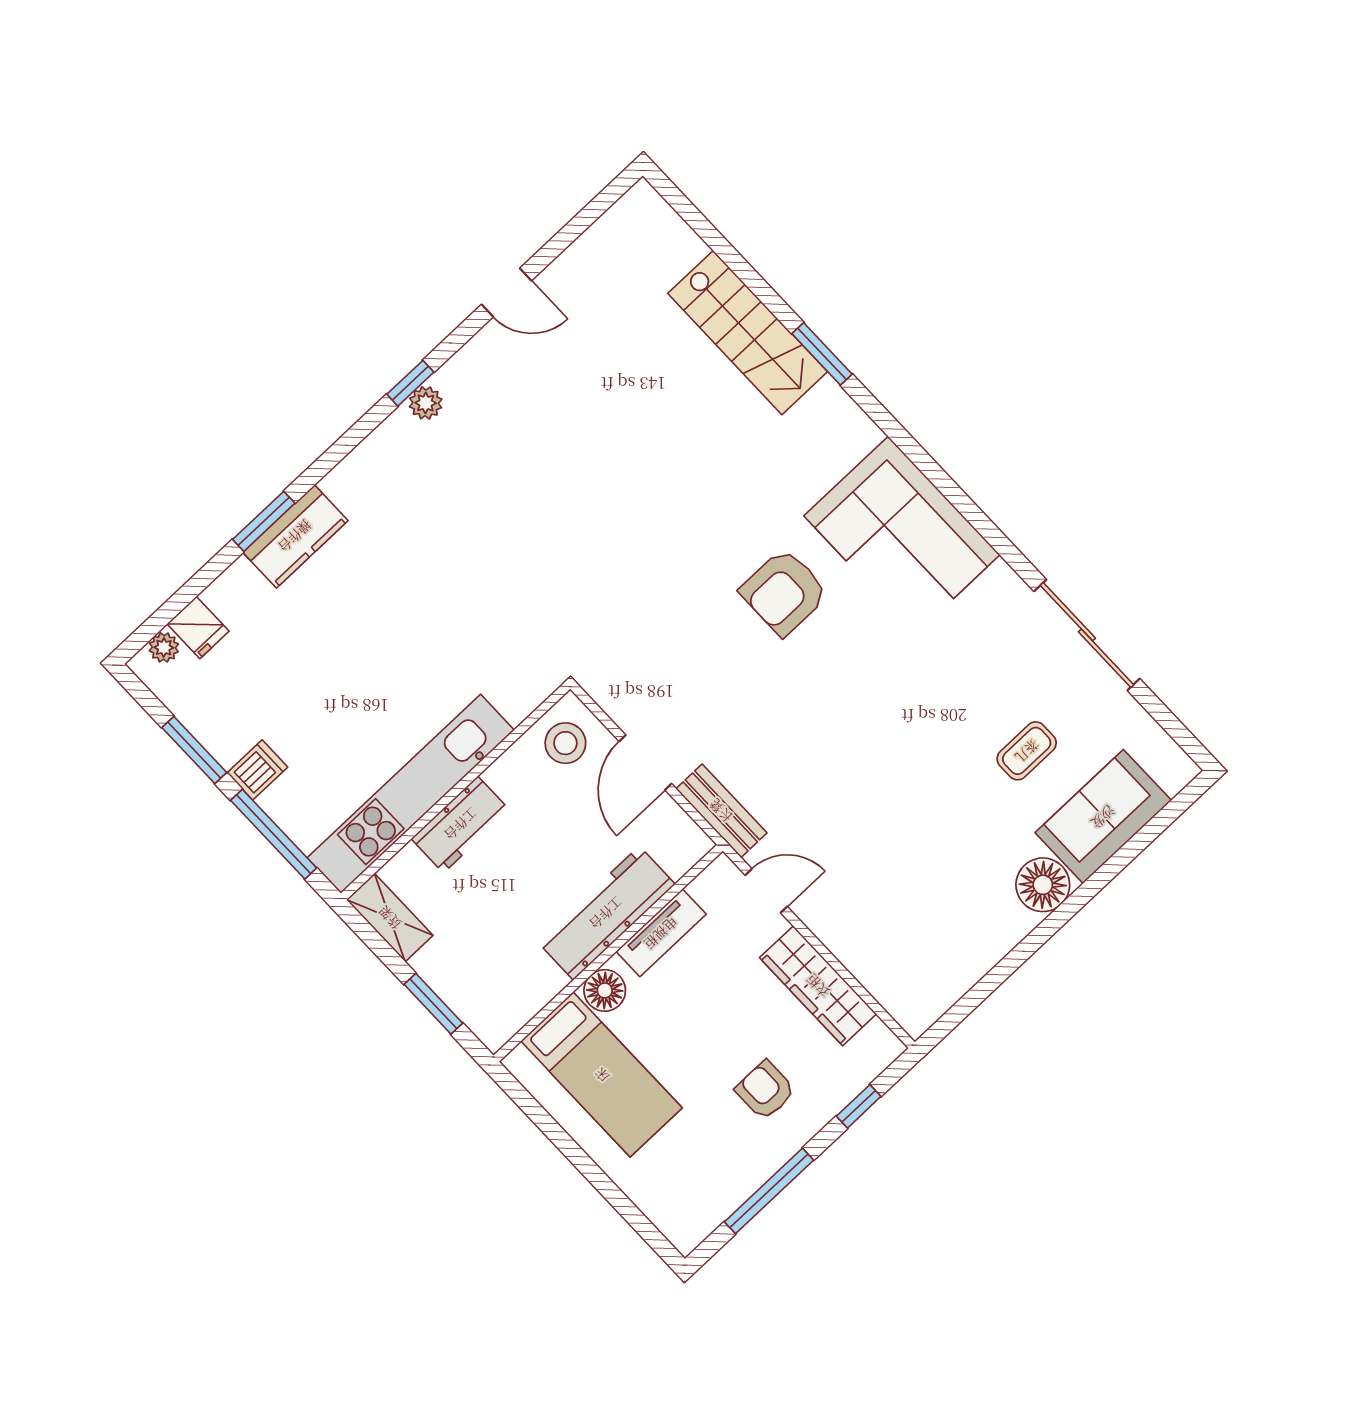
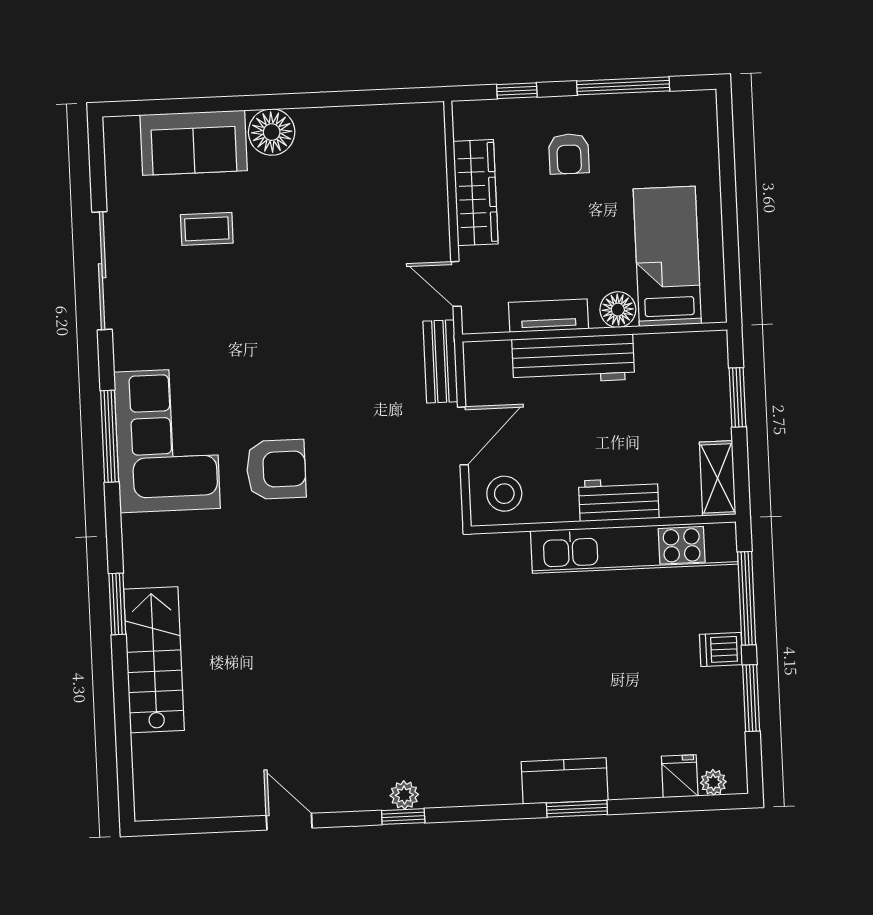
window: (955, 495) -> (110, 436), added

